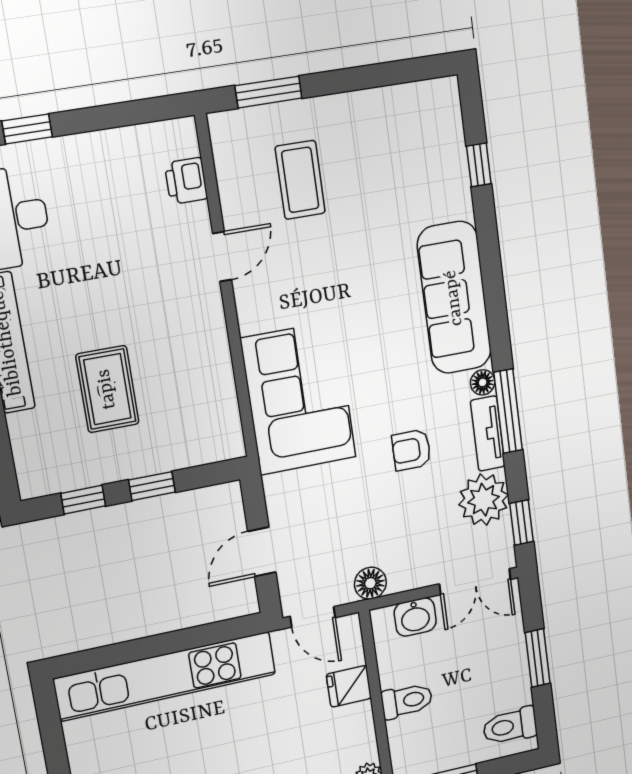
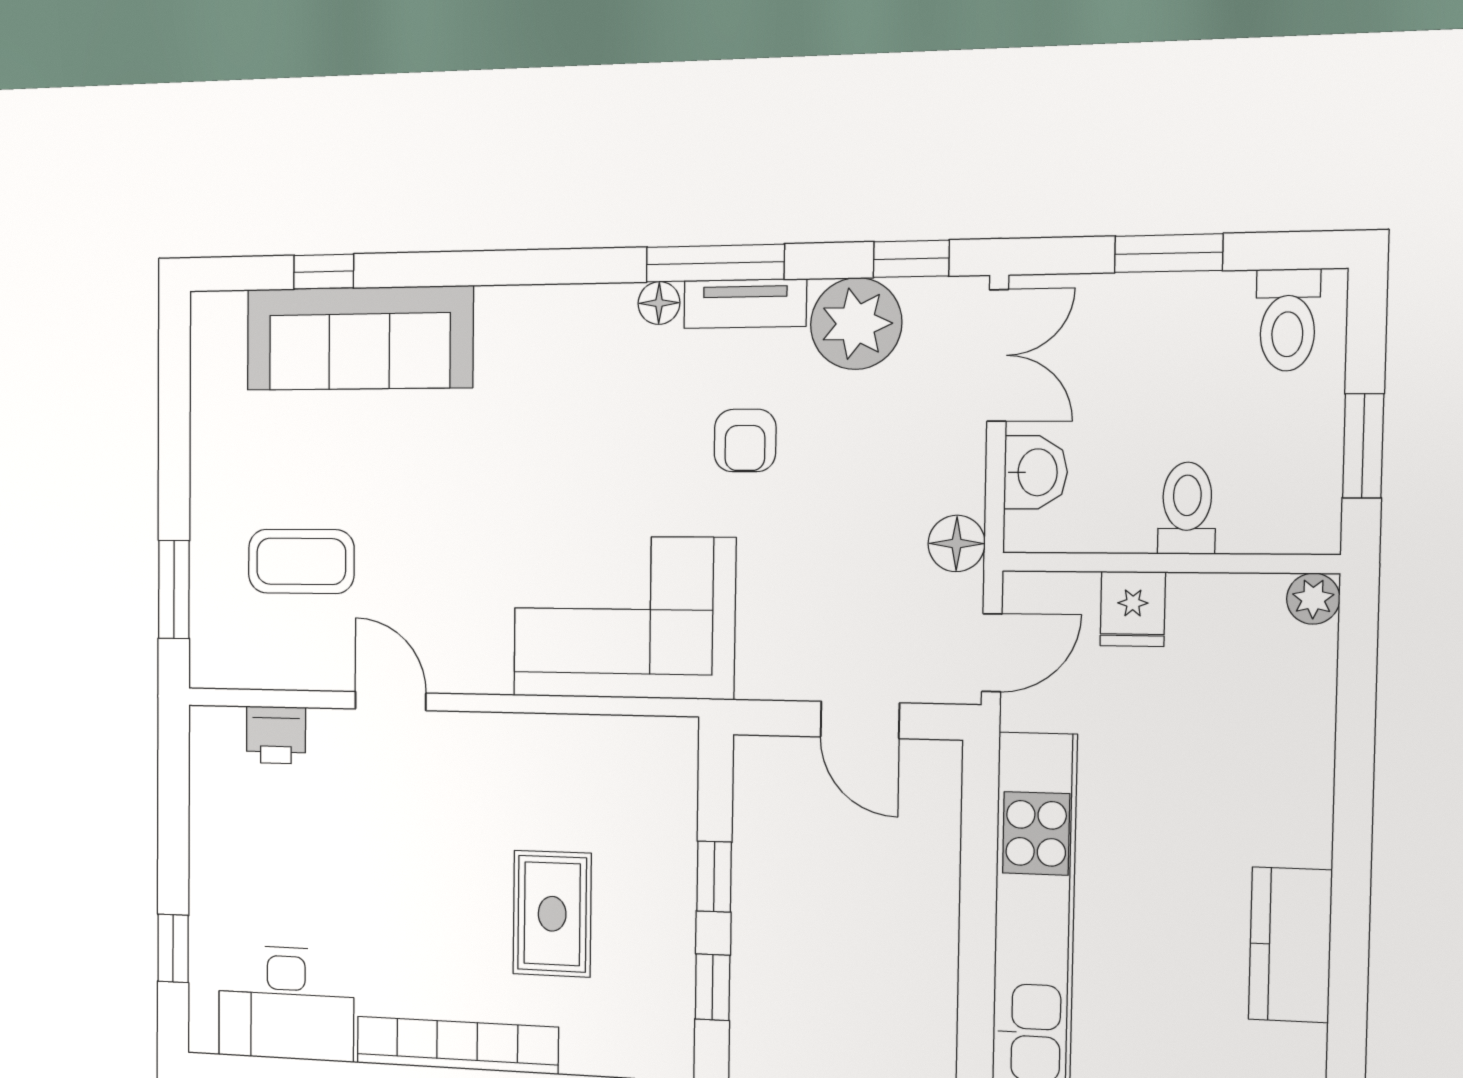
sofa: (454, 298) -> (359, 338), moved
rug: (107, 389) -> (552, 914), turned 90

